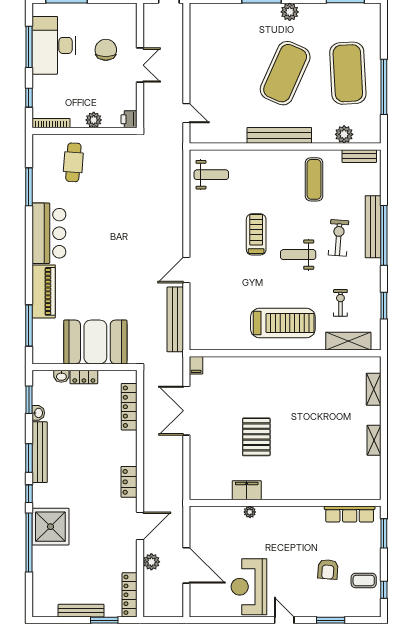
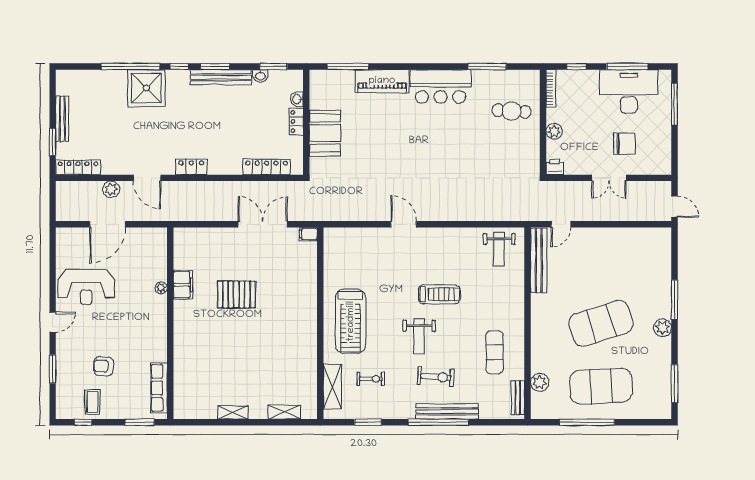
exercise mat: (285, 73) -> (601, 323), turned -42
bench: (279, 135) -> (539, 260), moved
exercise mat: (314, 179) -> (494, 352), turned 90
weight bench: (298, 255) -> (419, 336), turned 180
bench: (175, 319) -> (354, 213), removed
booth: (95, 342) -> (325, 133), width x0.73, depth x0.70
reception desk: (249, 587) -> (86, 287), turned 180

